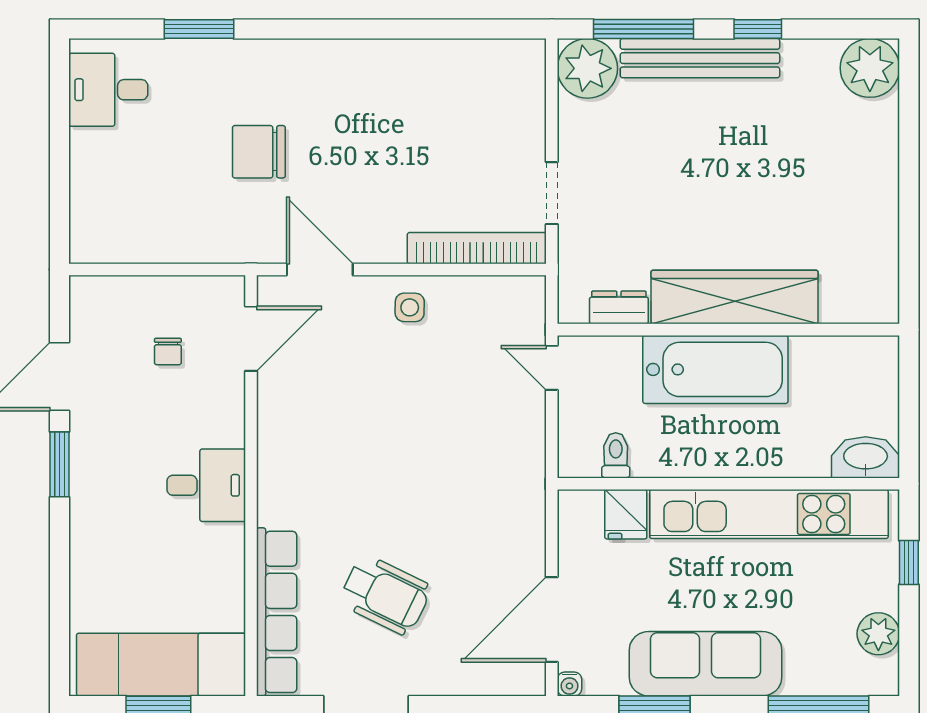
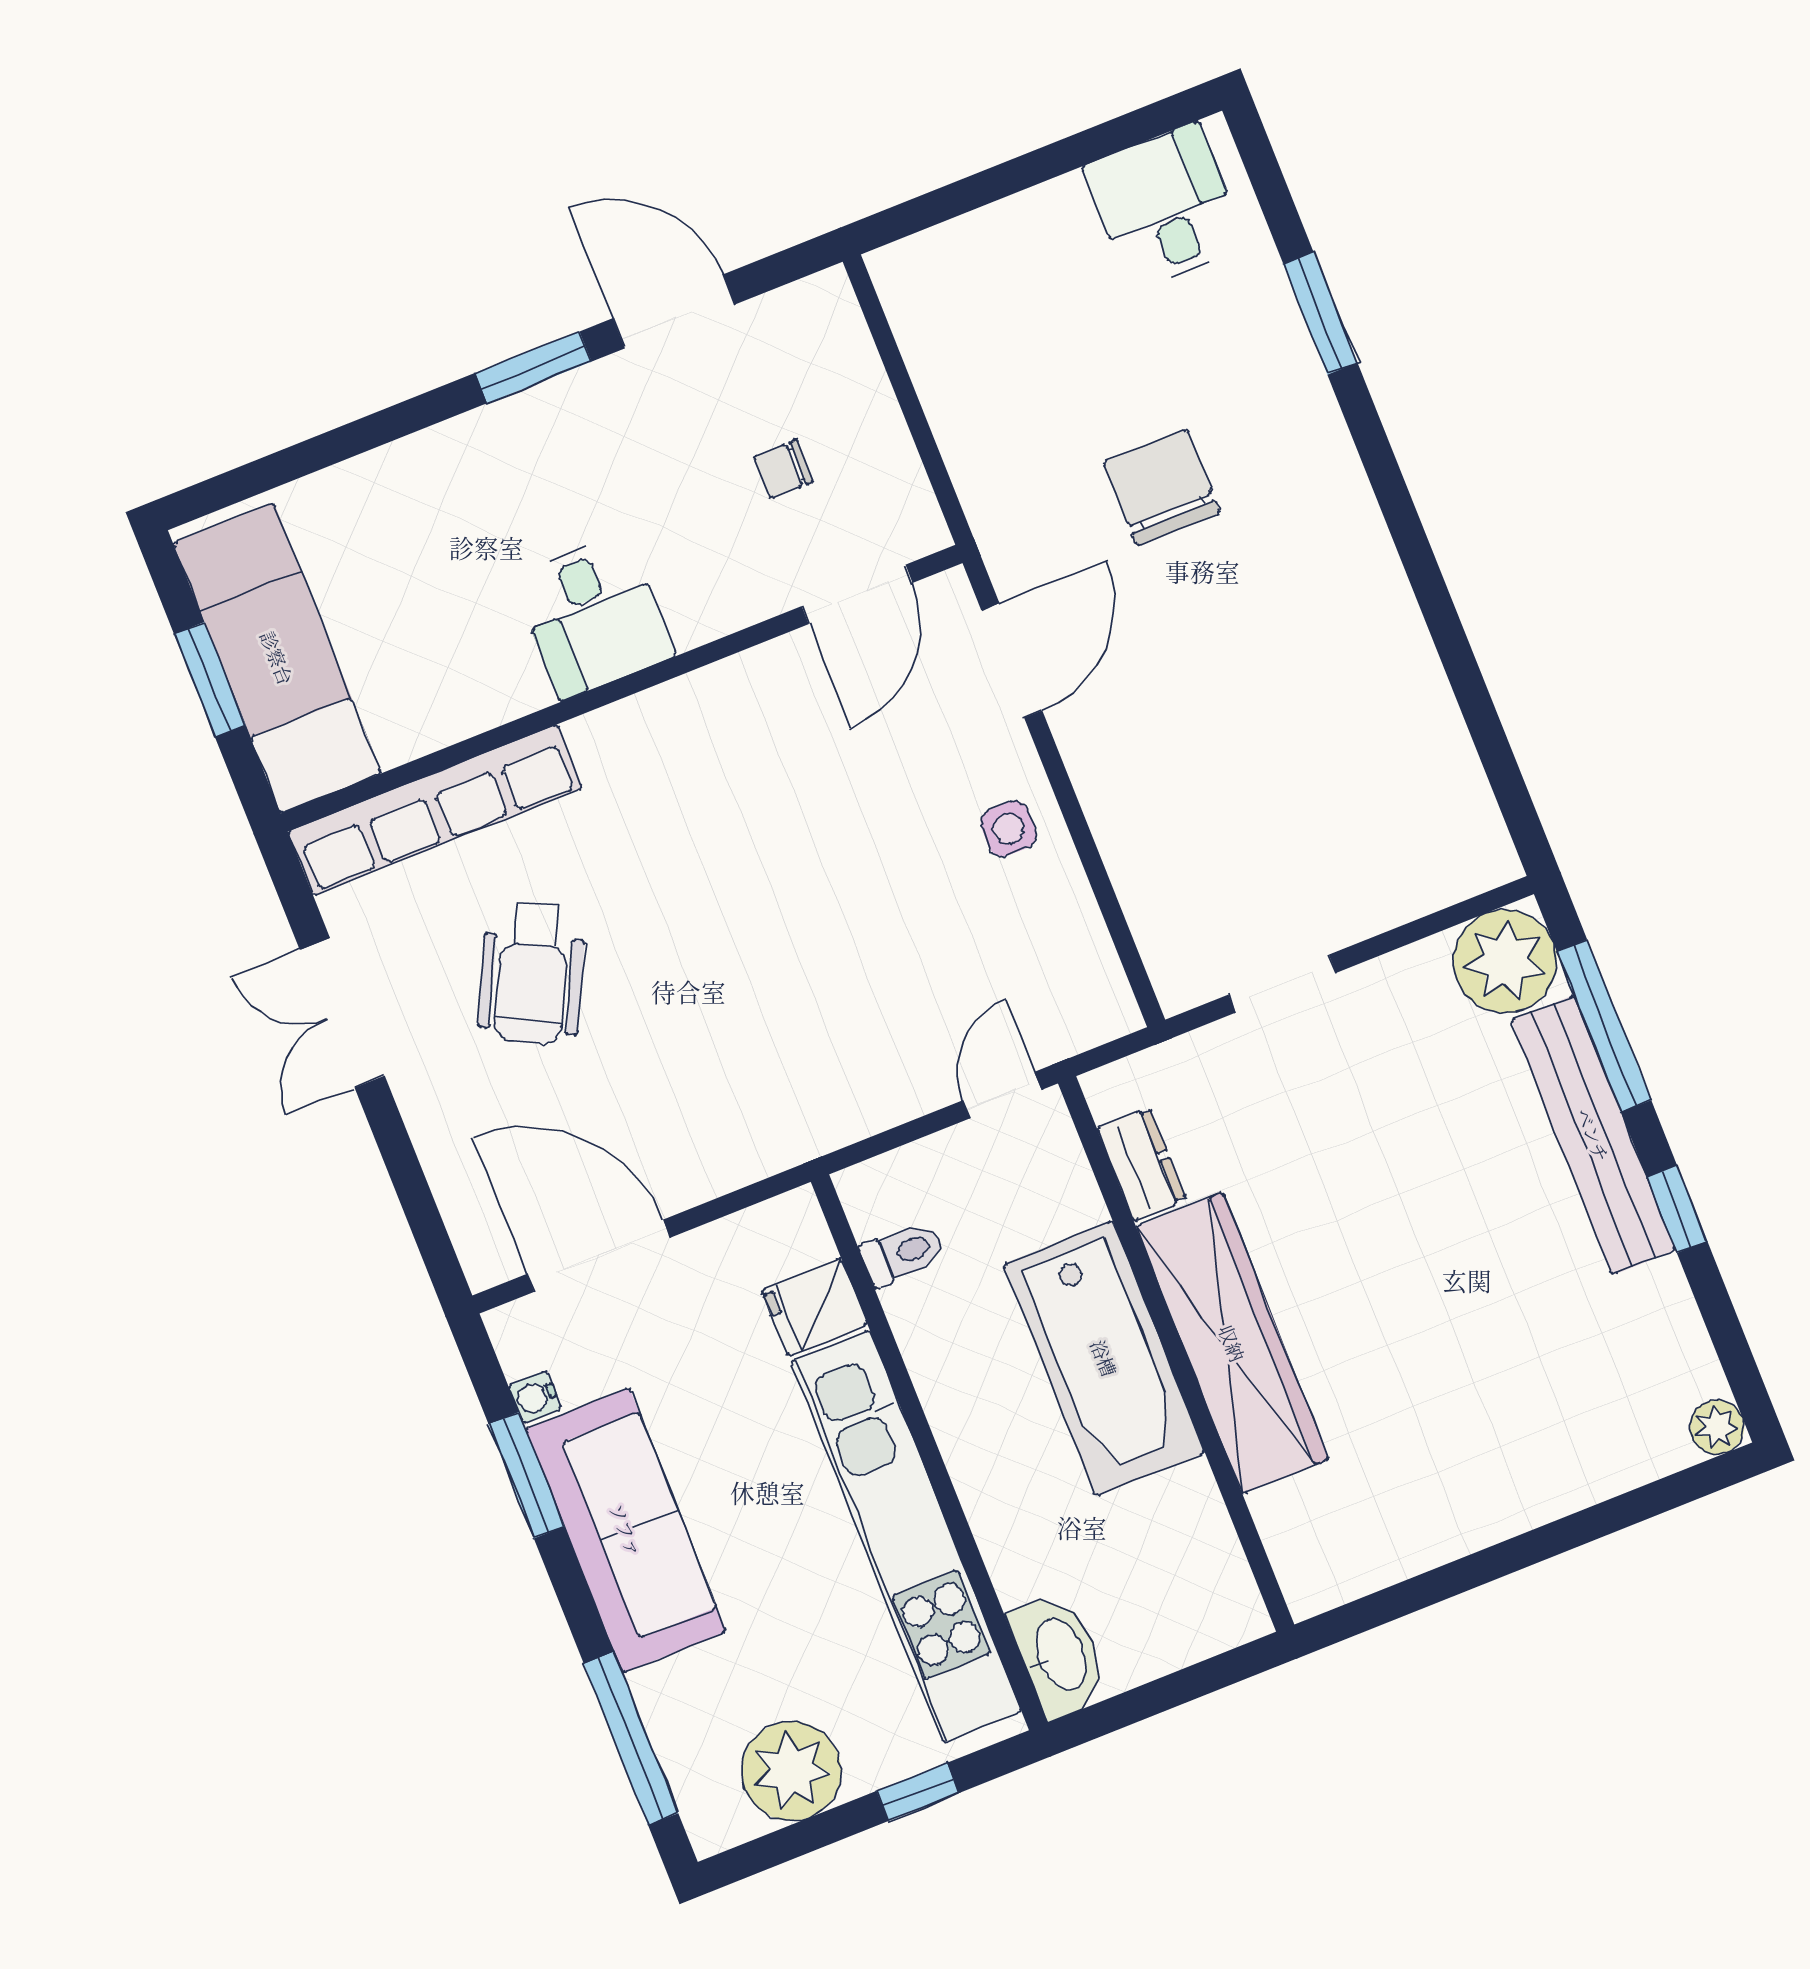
plant: (870, 68) -> (1717, 1427), width x0.53, depth x0.53
bookcase: (477, 248) -> (1146, 899), removed
door: (251, 339) -> (857, 594), hinge flipped
plant: (878, 634) -> (791, 1771), width x1.36, depth x1.36
water cooler: (569, 684) -> (535, 1397), moved

